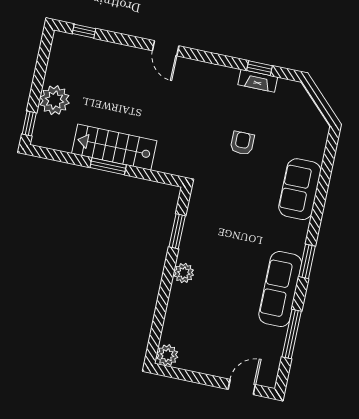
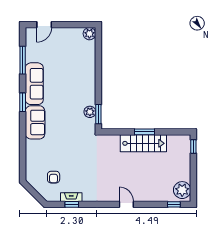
plant: (55, 100) -> (182, 190), moved
armchair: (242, 143) -> (54, 177), moved
sofa: (300, 189) -> (35, 122), moved
window: (177, 231) -> (98, 114), moved
plant: (184, 273) -> (90, 112), moved

